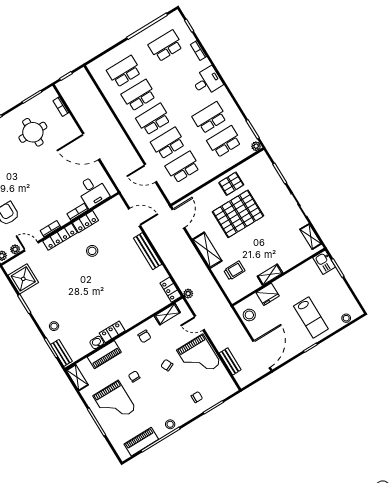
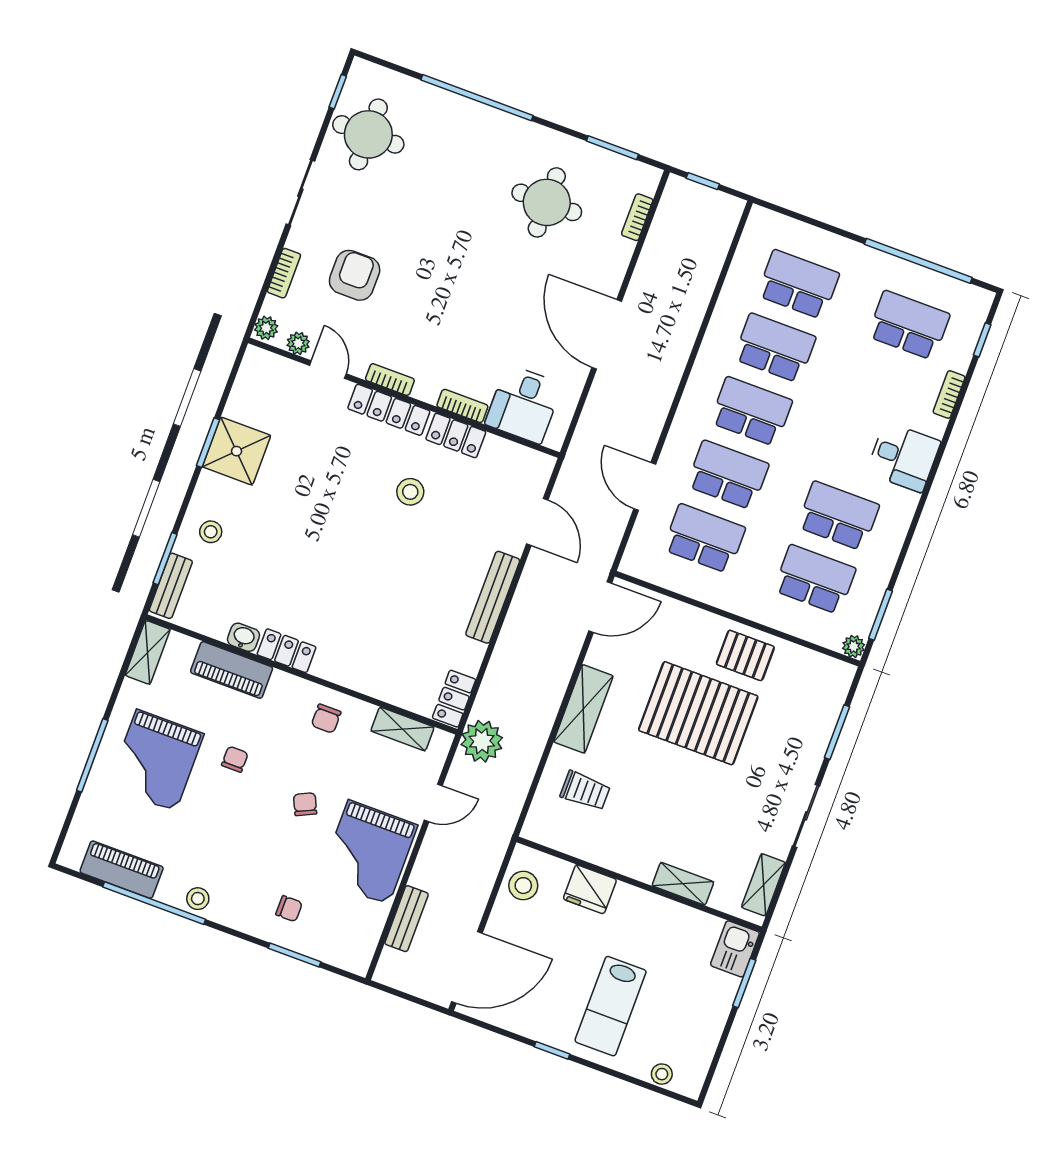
shelving: (270, 275) -> (683, 884), moved
shower: (23, 279) -> (237, 451), moved
plant: (188, 294) -> (482, 741), width x1.87, depth x1.87
door: (199, 323) -> (433, 803), swing flipped

